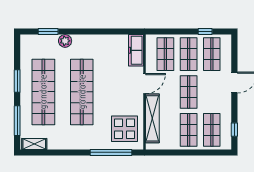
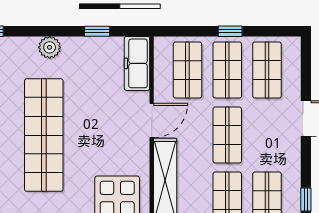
window: (113, 32) -> (97, 31), added
window: (205, 32) -> (230, 31), moved
plant: (65, 41) -> (50, 47), moved

